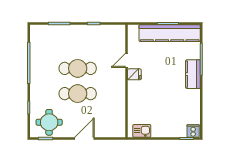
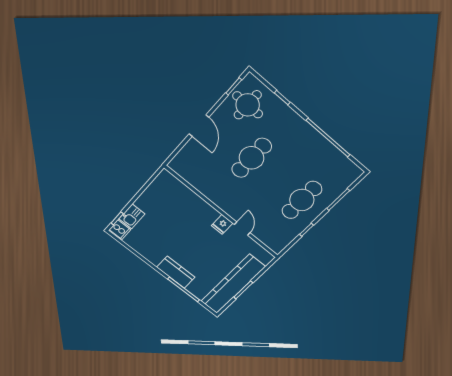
cafe table: (78, 68) -> (302, 200), moved
kitchen sink: (142, 131) -> (132, 216), moved

